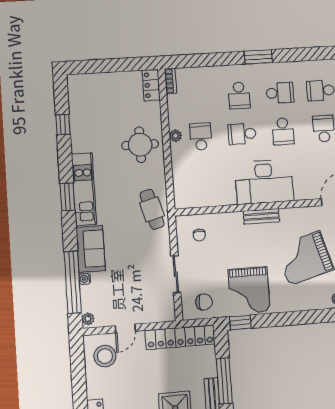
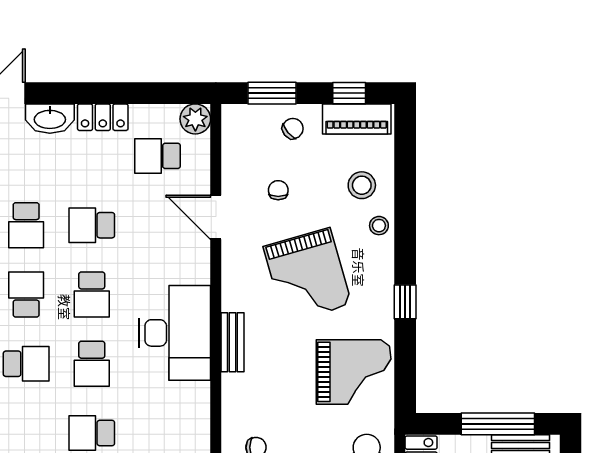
school desk: (283, 131) -> (92, 294), turned 90
window: (240, 322) -> (405, 302), moved

